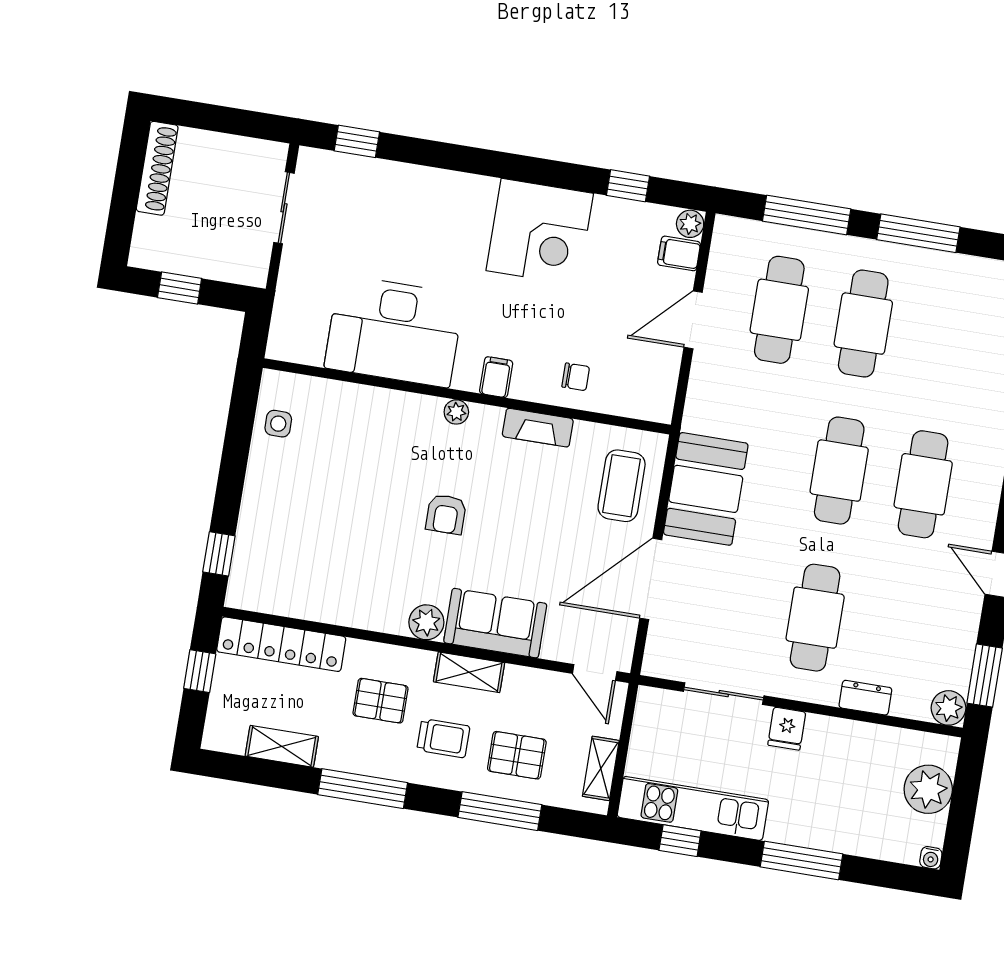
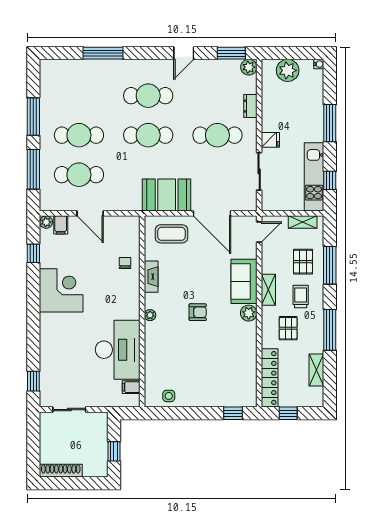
filing cabinet: (496, 377) -> (131, 387), moved

